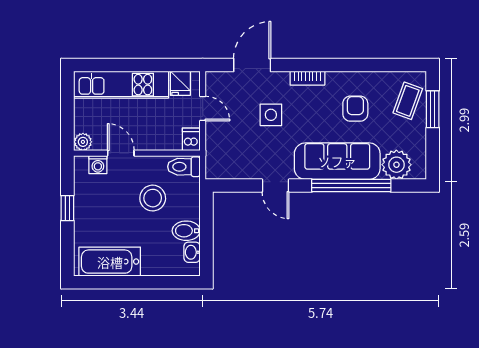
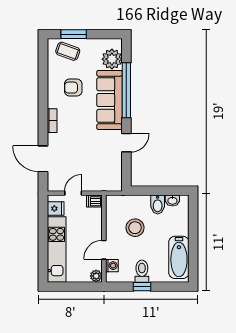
side table: (271, 115) -> (77, 146), removed
toilet: (184, 167) -> (142, 271), moved, turned 180

